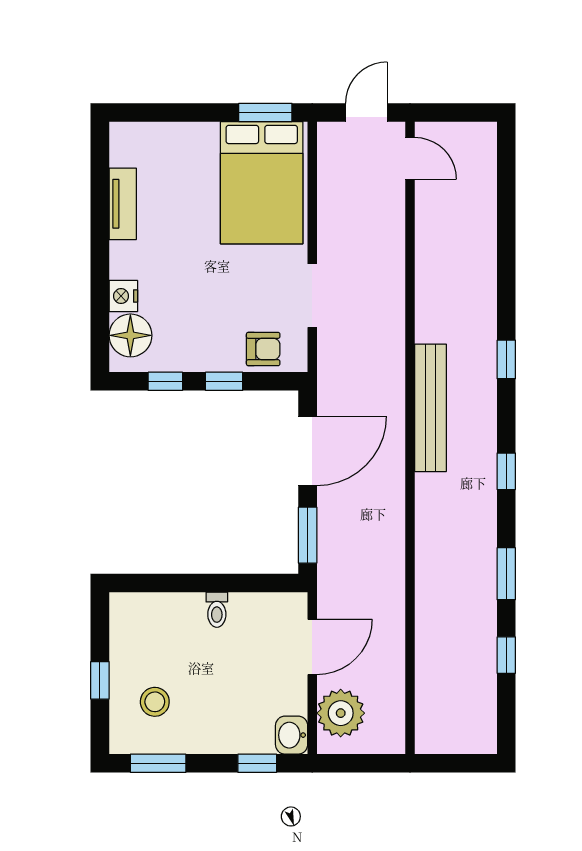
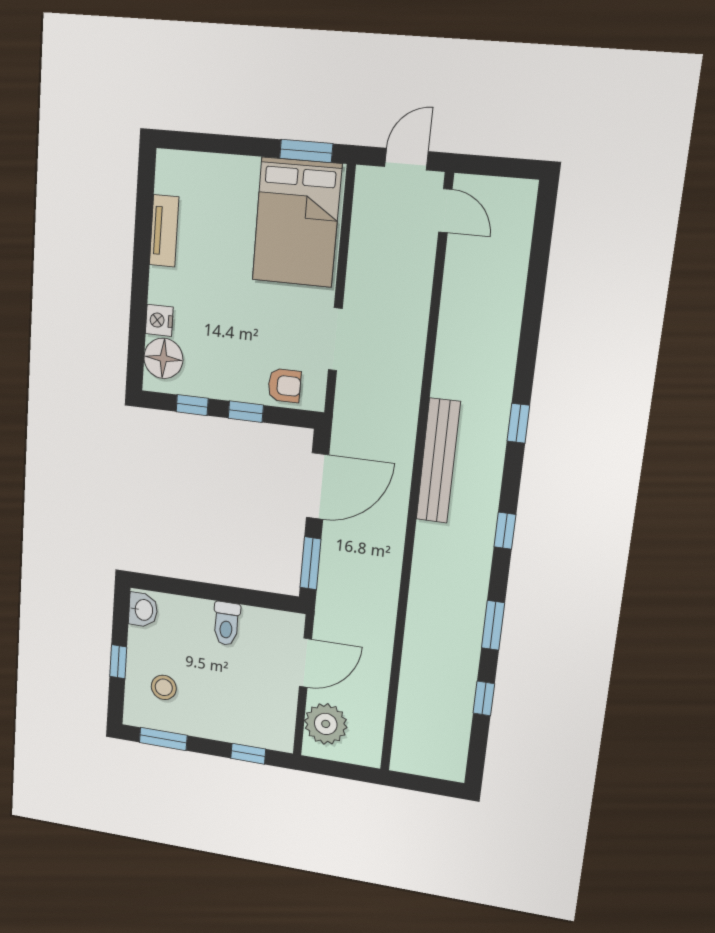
toilet: (217, 610) -> (226, 624), width x1.37, depth x1.39
washbasin: (292, 735) -> (143, 610), moved, turned 180

